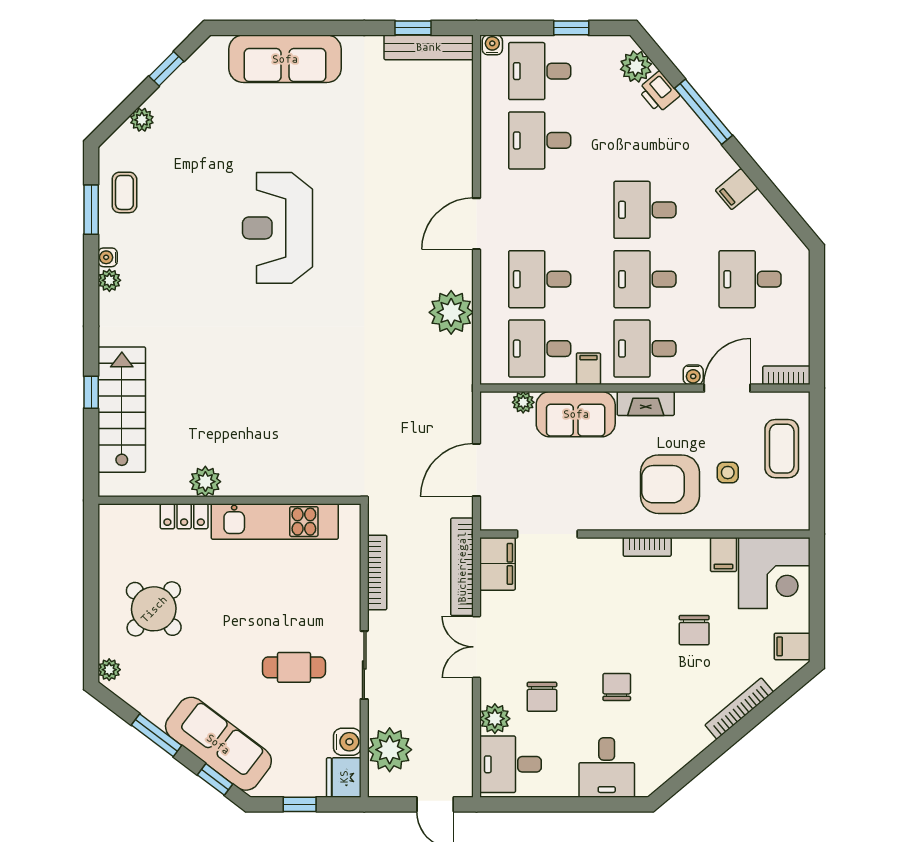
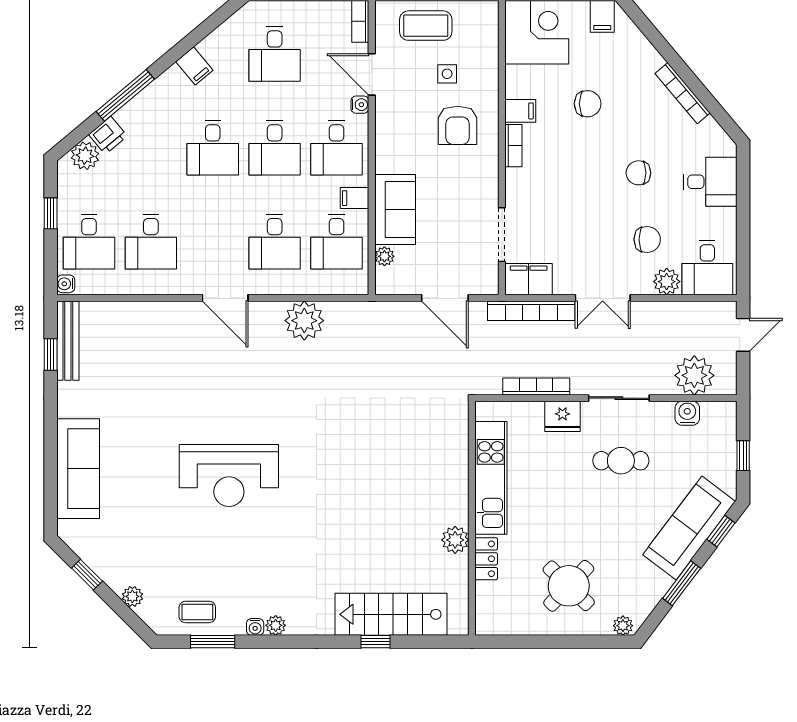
fireplace: (646, 404) -> (386, 147), removed
armchair: (670, 484) -> (458, 125), width x0.73, depth x0.73
filing cabinet: (723, 555) -> (520, 111), moved
cafe table: (294, 667) -> (621, 461), turned 90
bookcase: (739, 709) -> (683, 93), moved
fridge: (344, 777) -> (562, 416), moved

